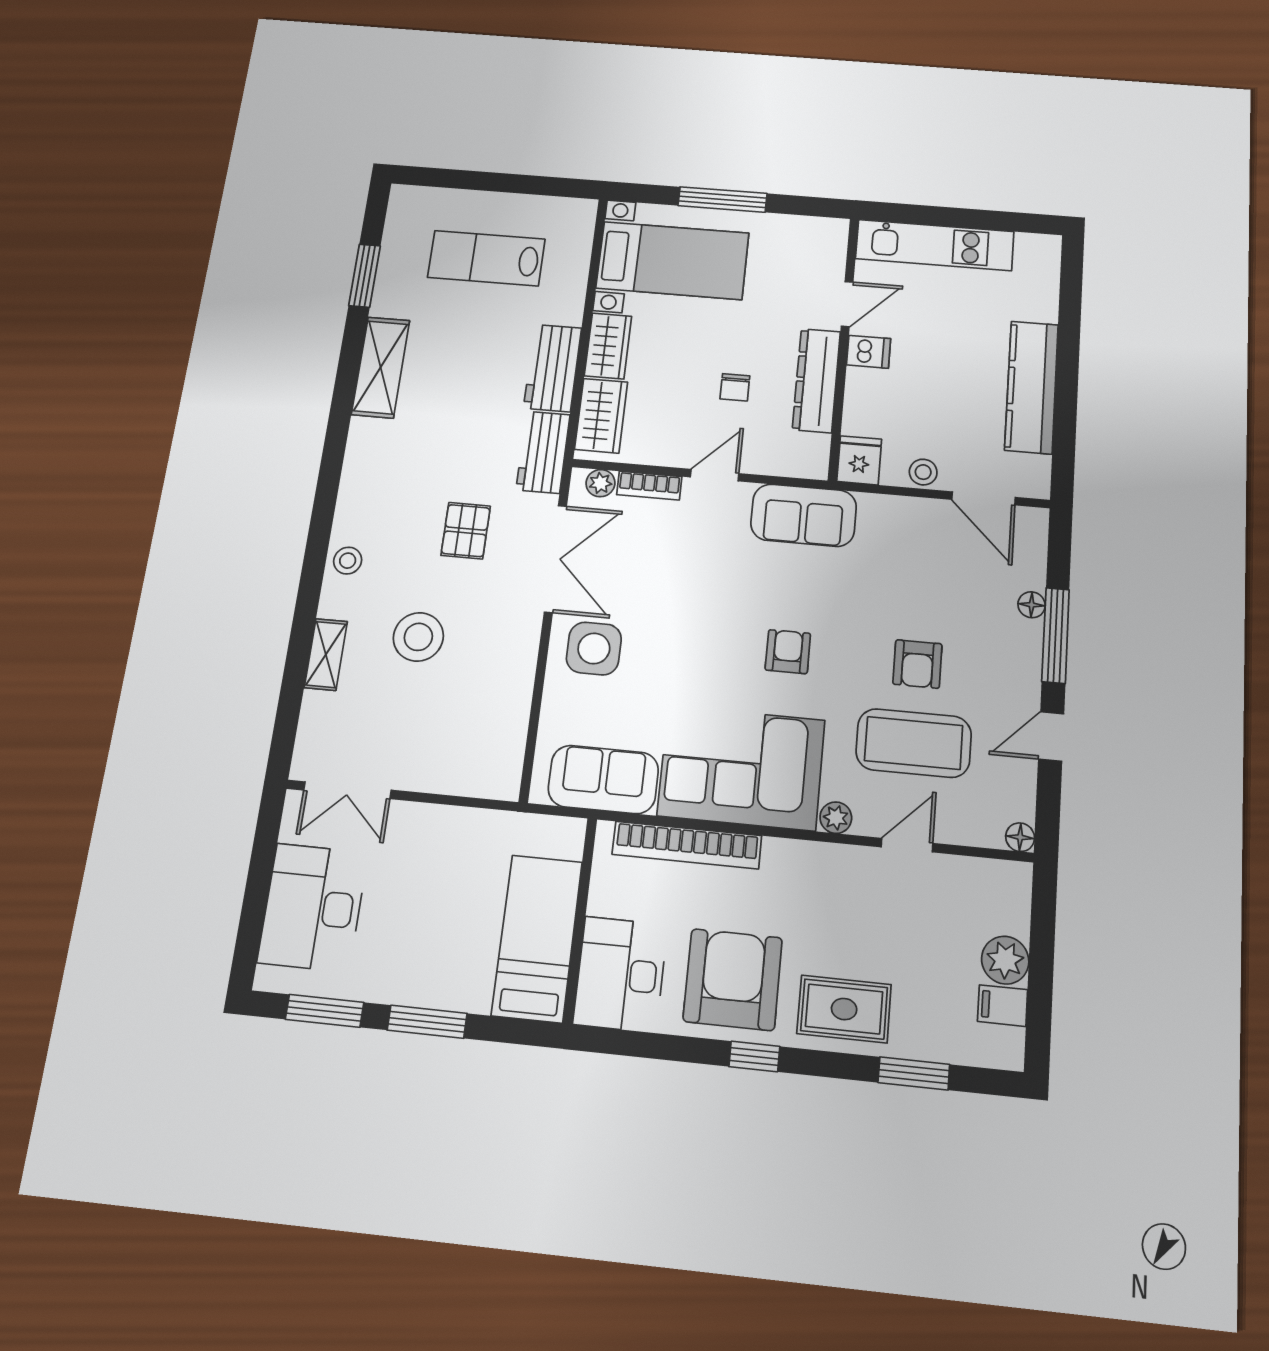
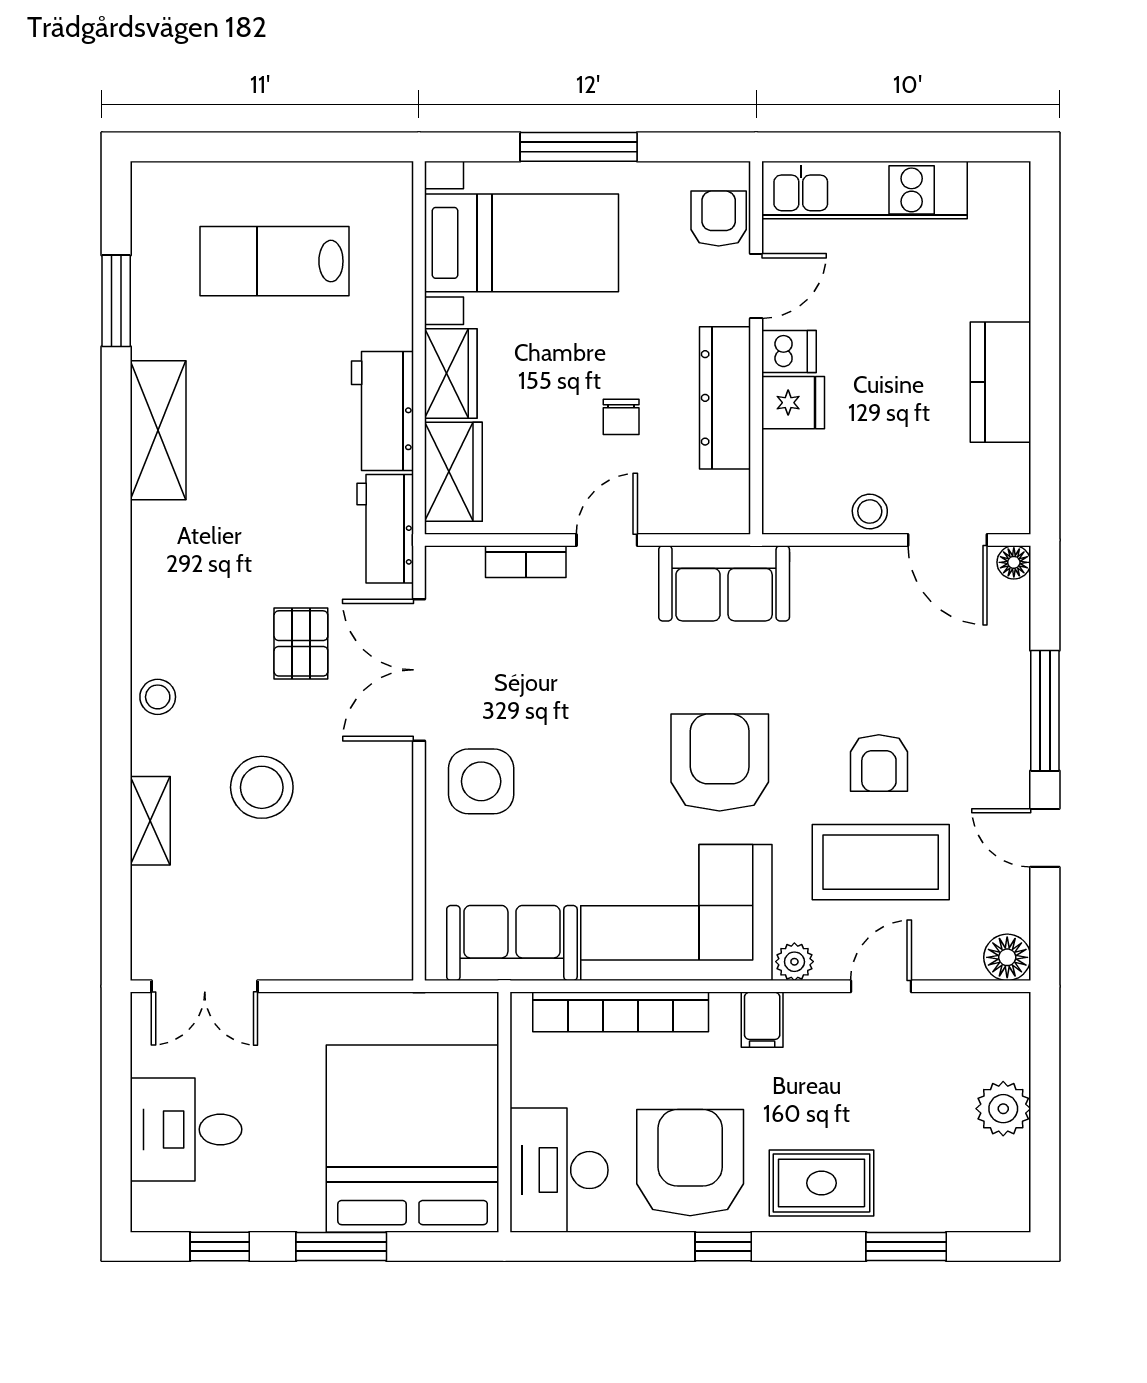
armchair: (823, 256) -> (719, 219), added
kitchen counter: (1032, 387) -> (1000, 382), width x0.67
fridge: (859, 460) -> (793, 403), moved, turned 90
plant: (600, 483) -> (463, 564), removed
double door: (555, 559) -> (419, 670), swing flipped
floor lamp: (1032, 605) -> (1014, 562), moved
armchair: (788, 652) -> (720, 763), width x1.88, depth x1.88
door: (1051, 736) -> (1045, 838), hinge flipped
floor lamp: (1020, 837) -> (1007, 957), width x1.37, depth x1.37
desk: (313, 907) -> (186, 1129), width x0.73
bed: (537, 938) -> (413, 1139), width x2.04
filing cabinet: (1003, 1006) -> (762, 1020), moved, turned -90
window: (325, 1011) -> (220, 1246), width x0.67

